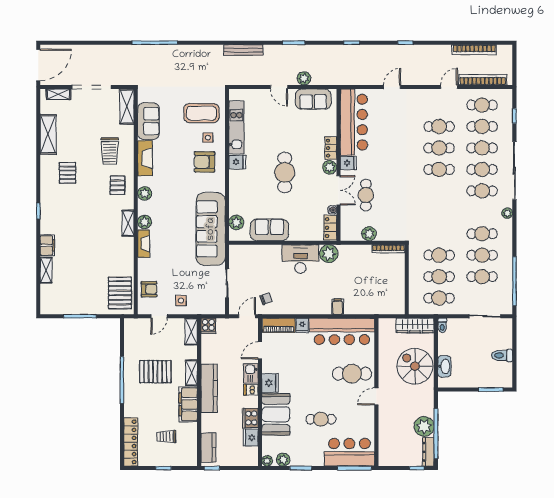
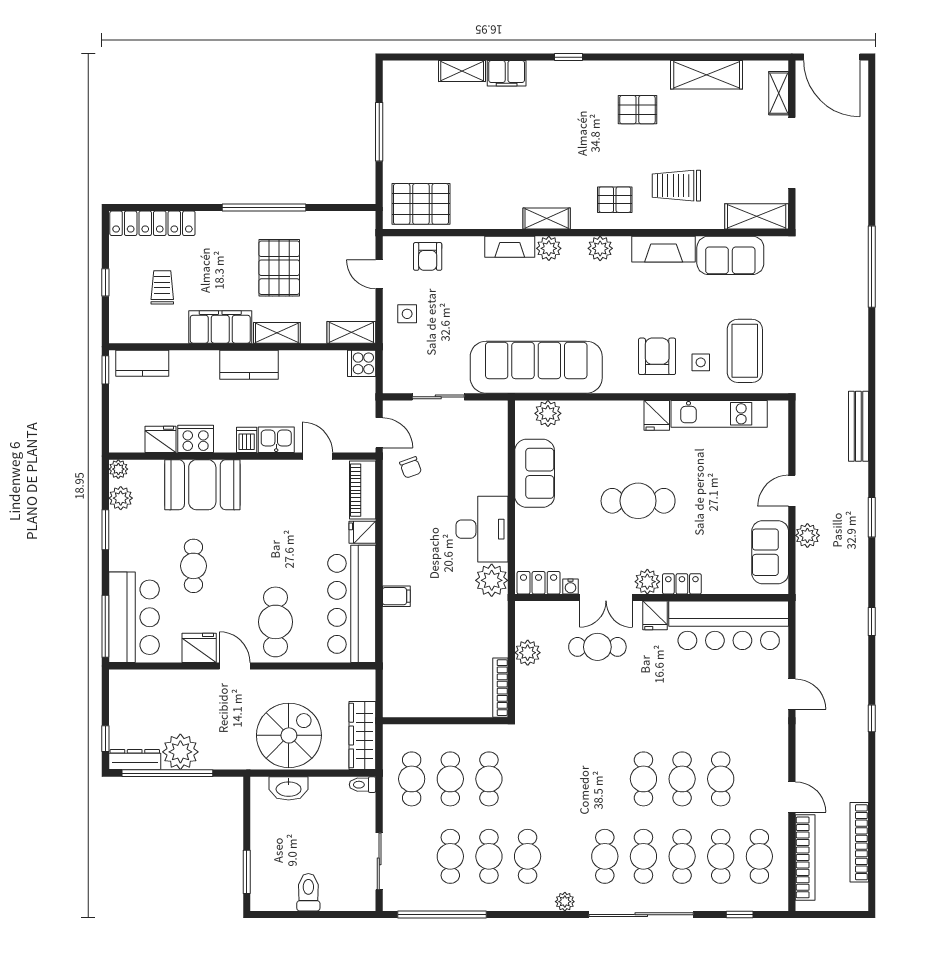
fridge: (270, 383) -> (199, 648), moved, turned 180
kitchen counter: (209, 388) -> (249, 365), width x0.67

